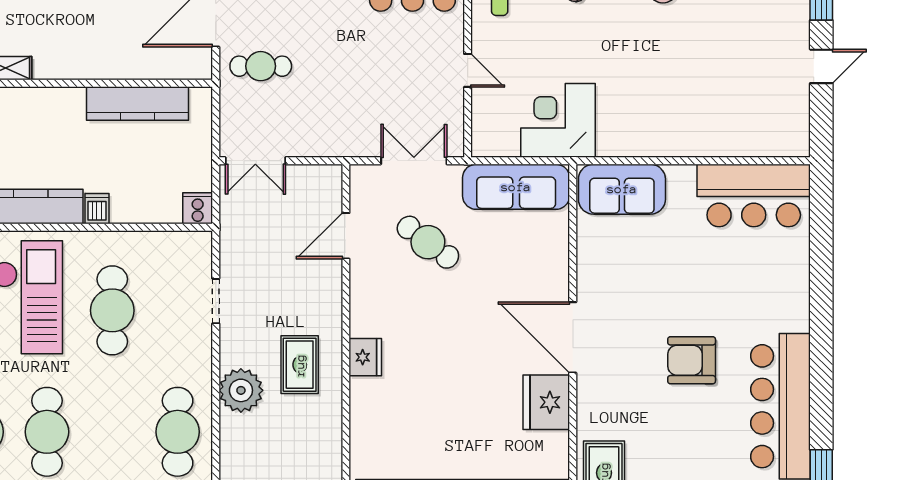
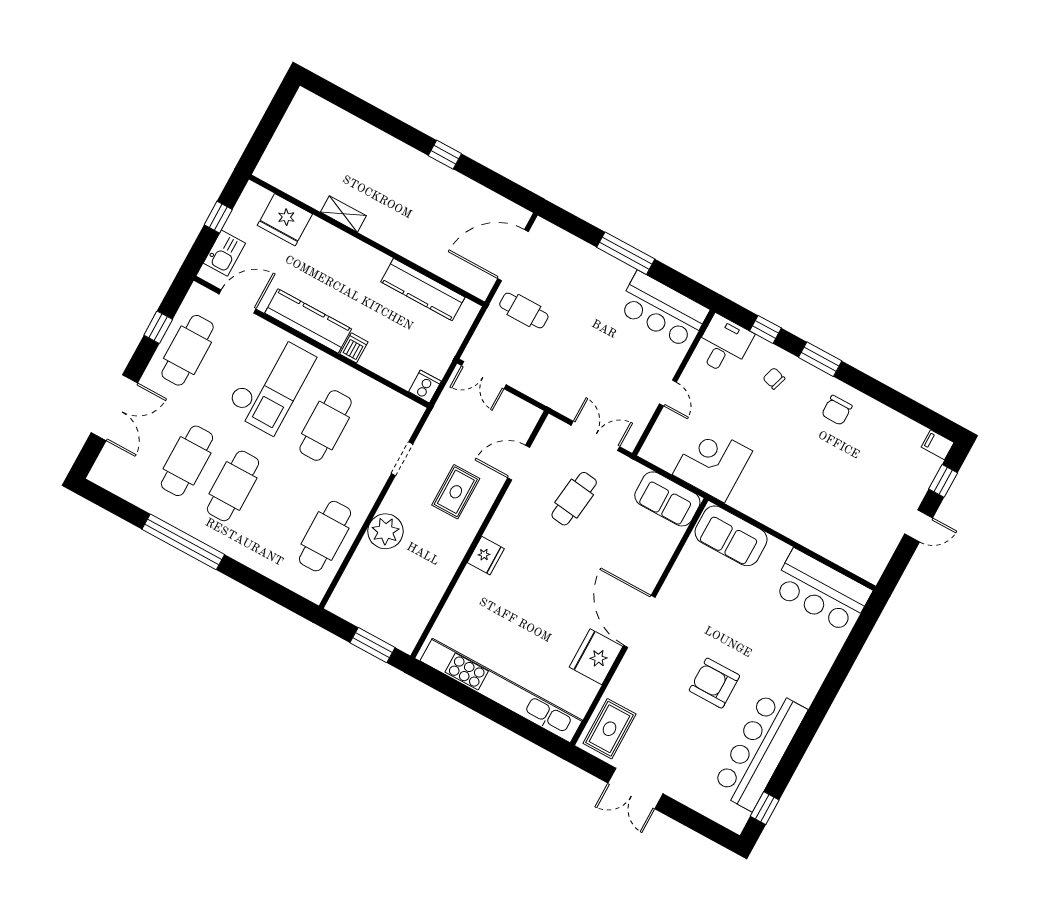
sofa: (516, 187) -> (667, 499), width x0.73
cafe table: (428, 242) -> (574, 499), turned 60
rug: (300, 365) -> (456, 492), moved

